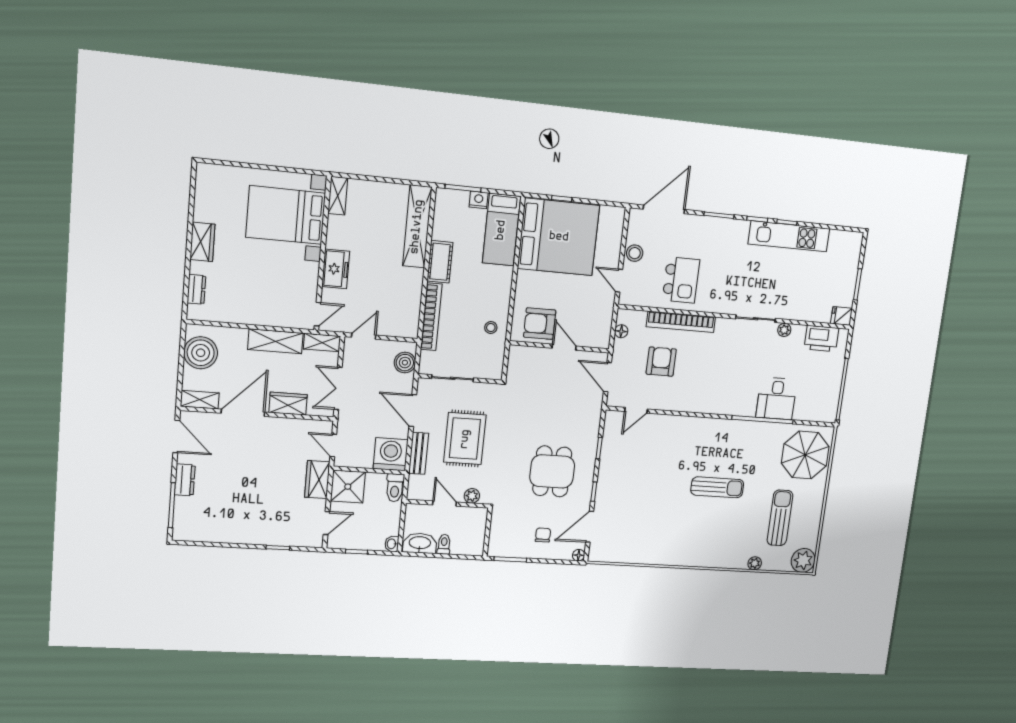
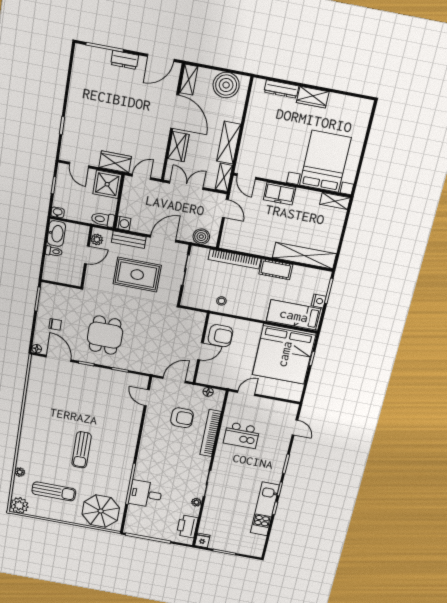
door: (664, 209) -> (295, 427), width x0.53
stool: (635, 253) -> (265, 405), removed
dresser: (196, 289) -> (281, 89), width x1.44
armchair: (540, 324) -> (220, 336), turned 90
washing machine: (391, 454) -> (123, 223), width x0.53, depth x0.53
dining table: (552, 471) -> (105, 335), turned 90
plant: (472, 496) -> (97, 240), moved

